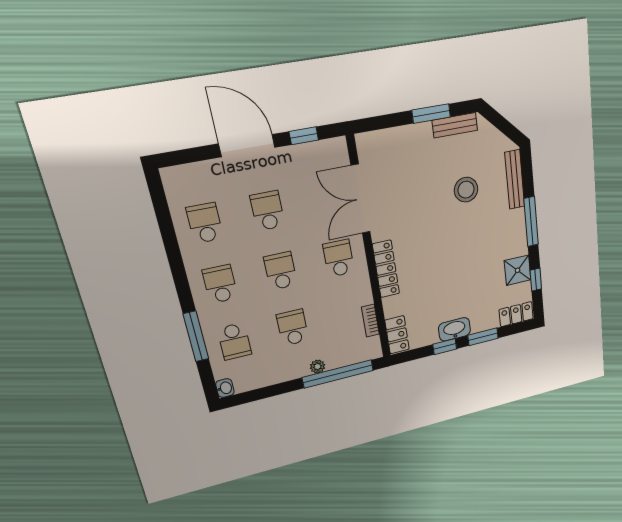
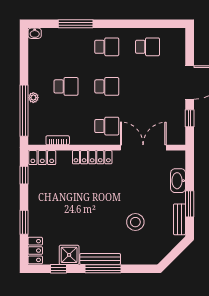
bench: (515, 180) -> (100, 259), moved
school desk: (267, 211) -> (148, 86), removed
washbasin: (454, 329) -> (178, 181), moved, turned 180
school desk: (234, 341) -> (66, 47), removed
window: (445, 347) -> (24, 175), moved

